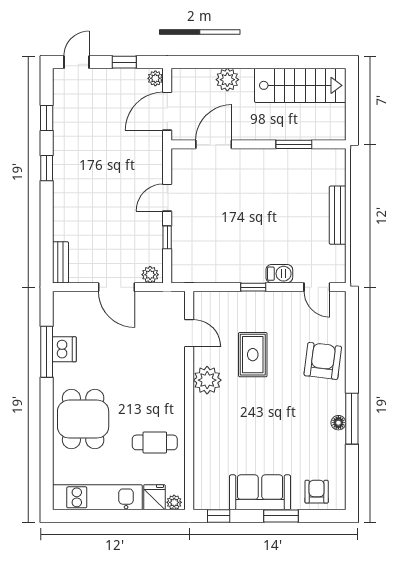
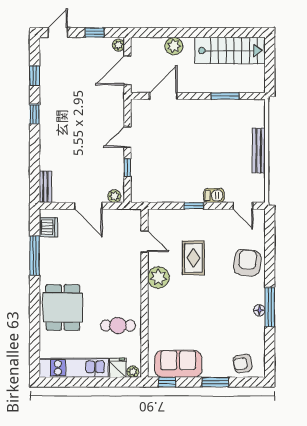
dishwasher: (64, 349) -> (48, 227), moved
sofa: (260, 492) -> (178, 364), moved
armchair: (317, 492) -> (243, 363), turned -99

